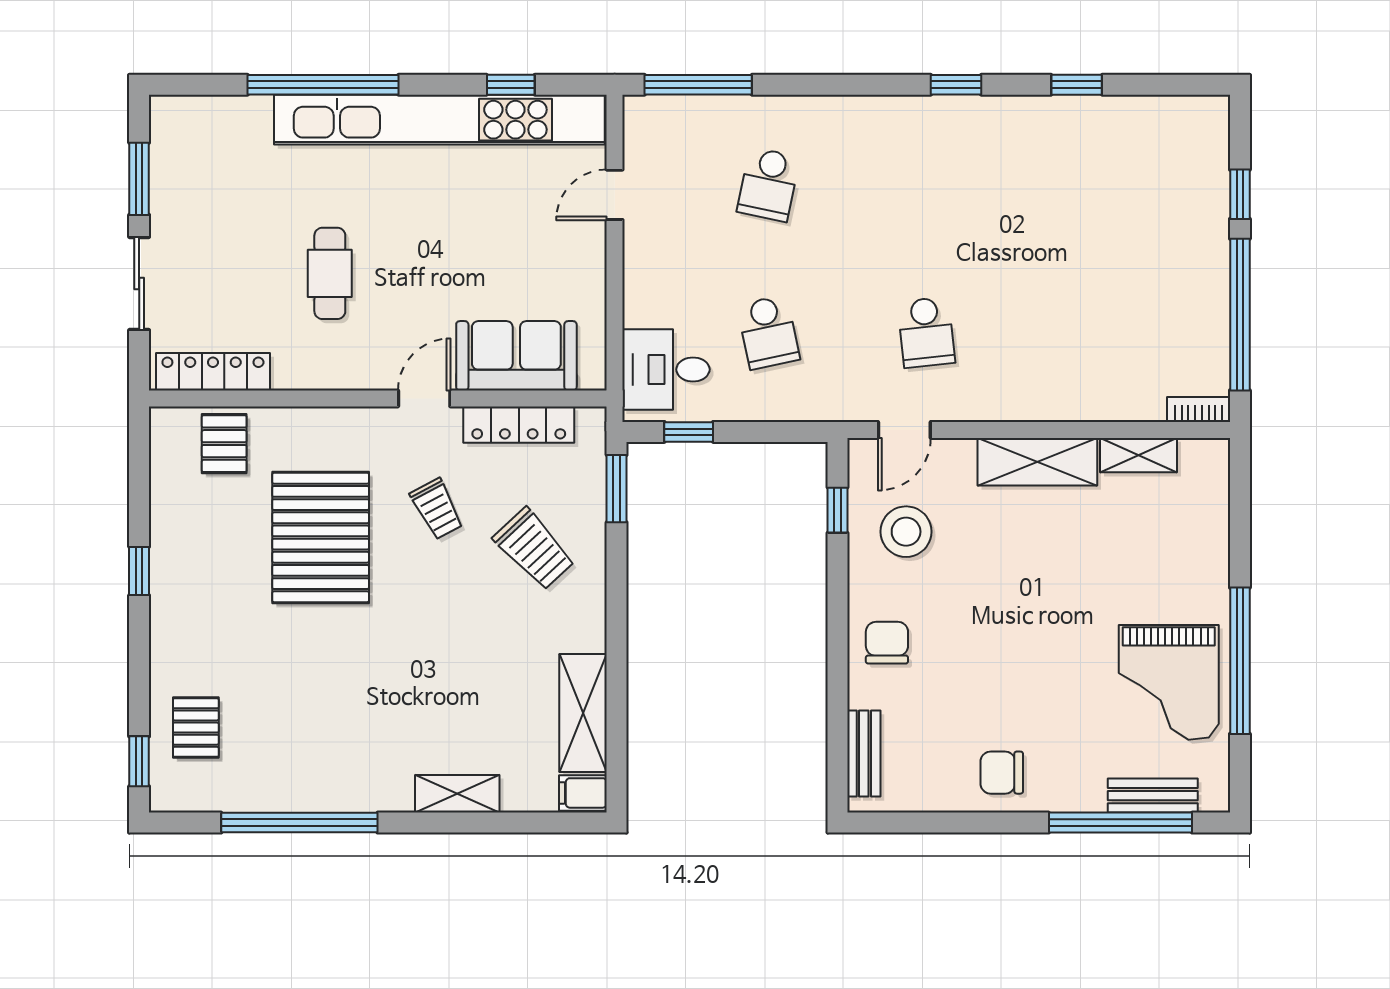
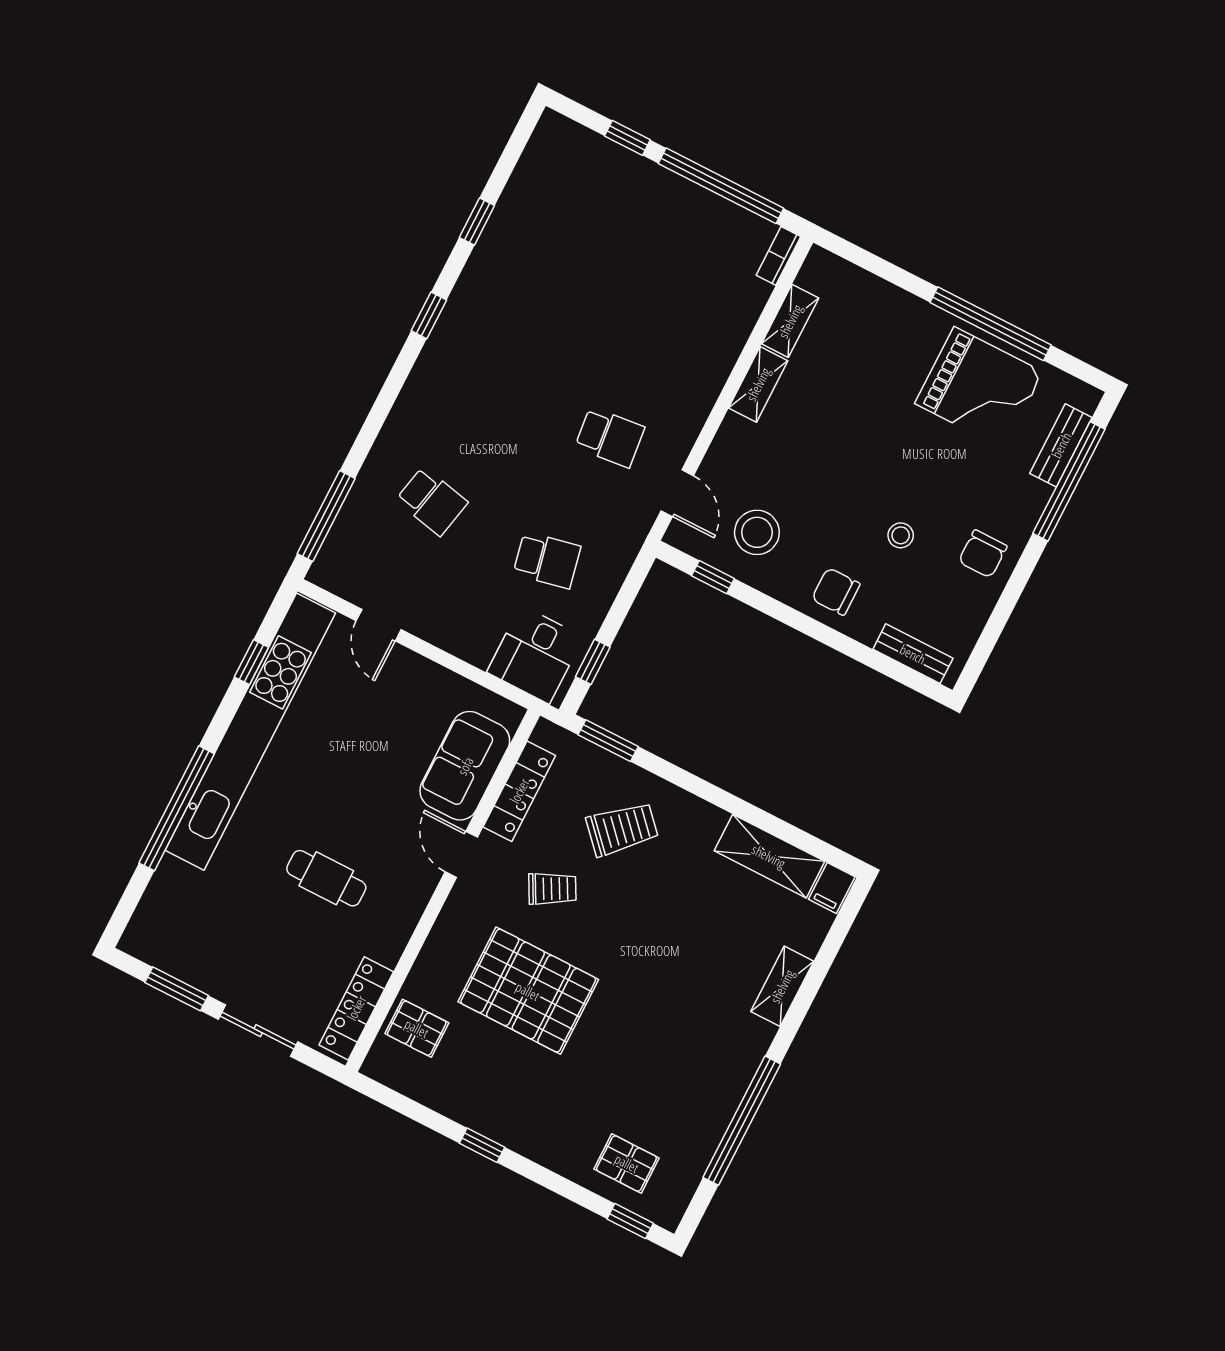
shelving: (1037, 462) -> (758, 384), width x0.67, depth x0.75
stool: (978, 679) -> (901, 535), added

